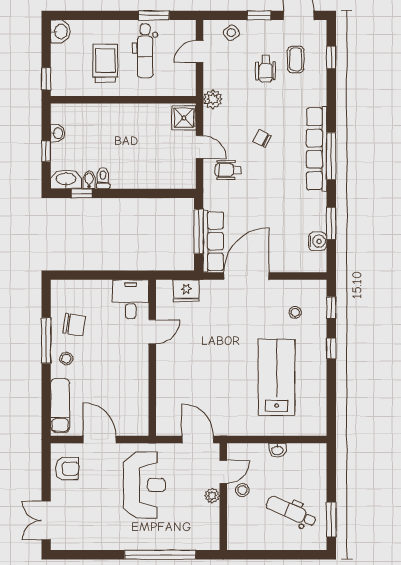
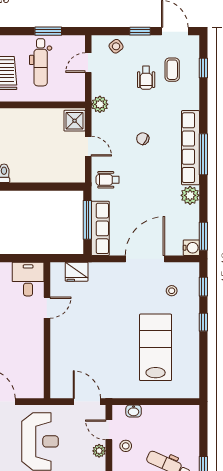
wheelchair: (228, 170) -> (108, 180), moved
plant: (316, 203) -> (190, 195), added
window: (331, 223) -> (203, 236), moved
water cooler: (318, 241) -> (191, 248), moved
door: (246, 276) -> (145, 259), moved
washbasin: (277, 450) -> (134, 411), moved
door: (223, 472) -> (109, 430), swing flipped

